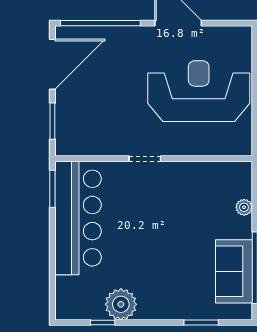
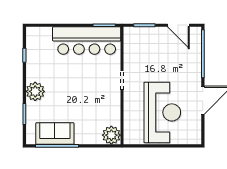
door: (52, 64) -> (178, 25), width x0.73
plant: (244, 207) -> (111, 135), moved, width x1.87, depth x1.87
plant: (121, 304) -> (35, 91), moved

